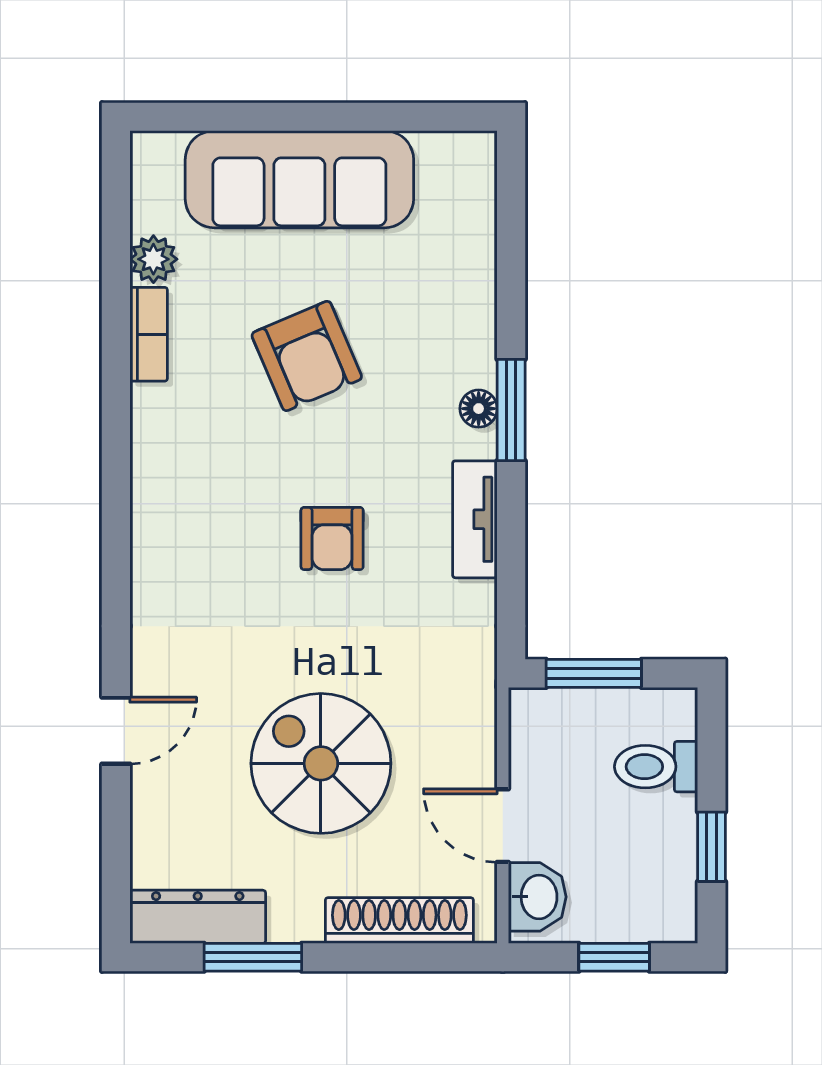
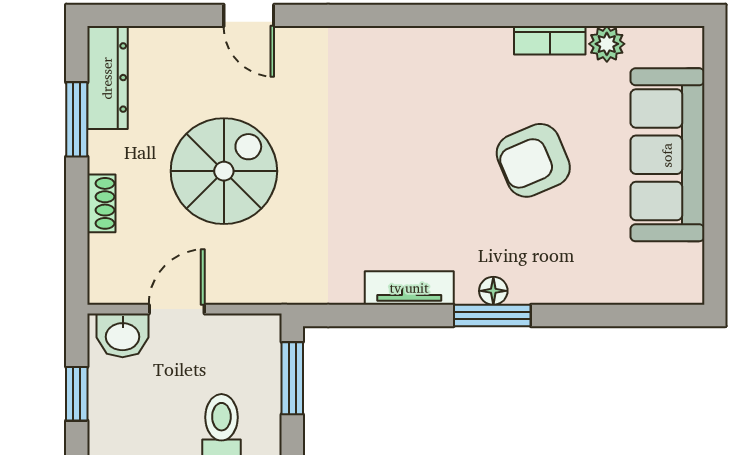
armchair: (332, 538) -> (395, 180), removed
shoe rack: (399, 920) -> (101, 203), width x0.51, depth x0.81

